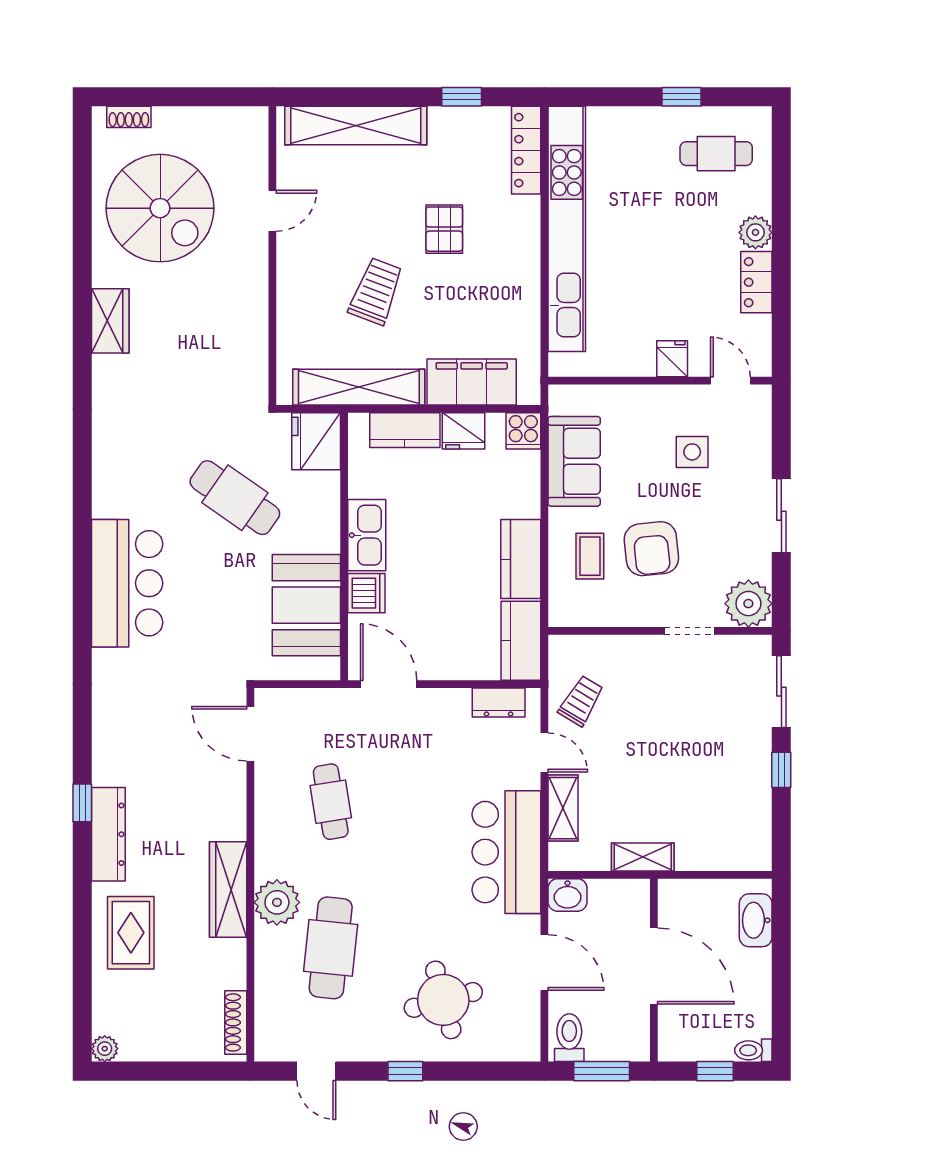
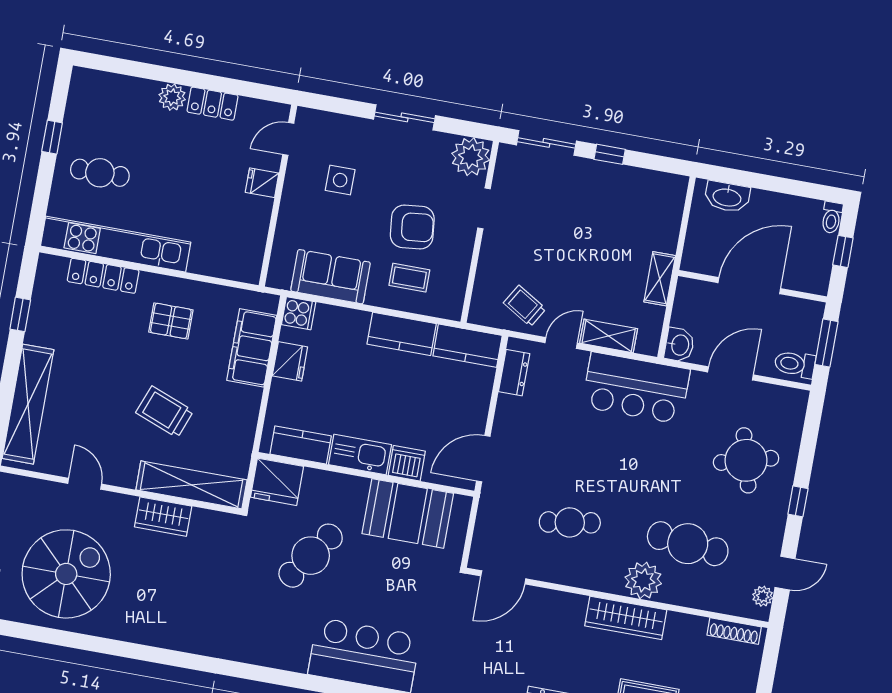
locker: (526, 150) -> (103, 276), moved
cafe table: (716, 154) -> (100, 173), moved, turned 90
pallet: (444, 229) -> (171, 321), moved
kitchen unit: (567, 229) -> (116, 244), width x0.73
wardrobe: (110, 321) -> (163, 517), moved, turned 180
shelving: (359, 387) -> (191, 485), moved, turned 90
kitchen counter: (405, 430) -> (301, 445), moved, turned -90
plant: (284, 1049) -> (763, 596), added

